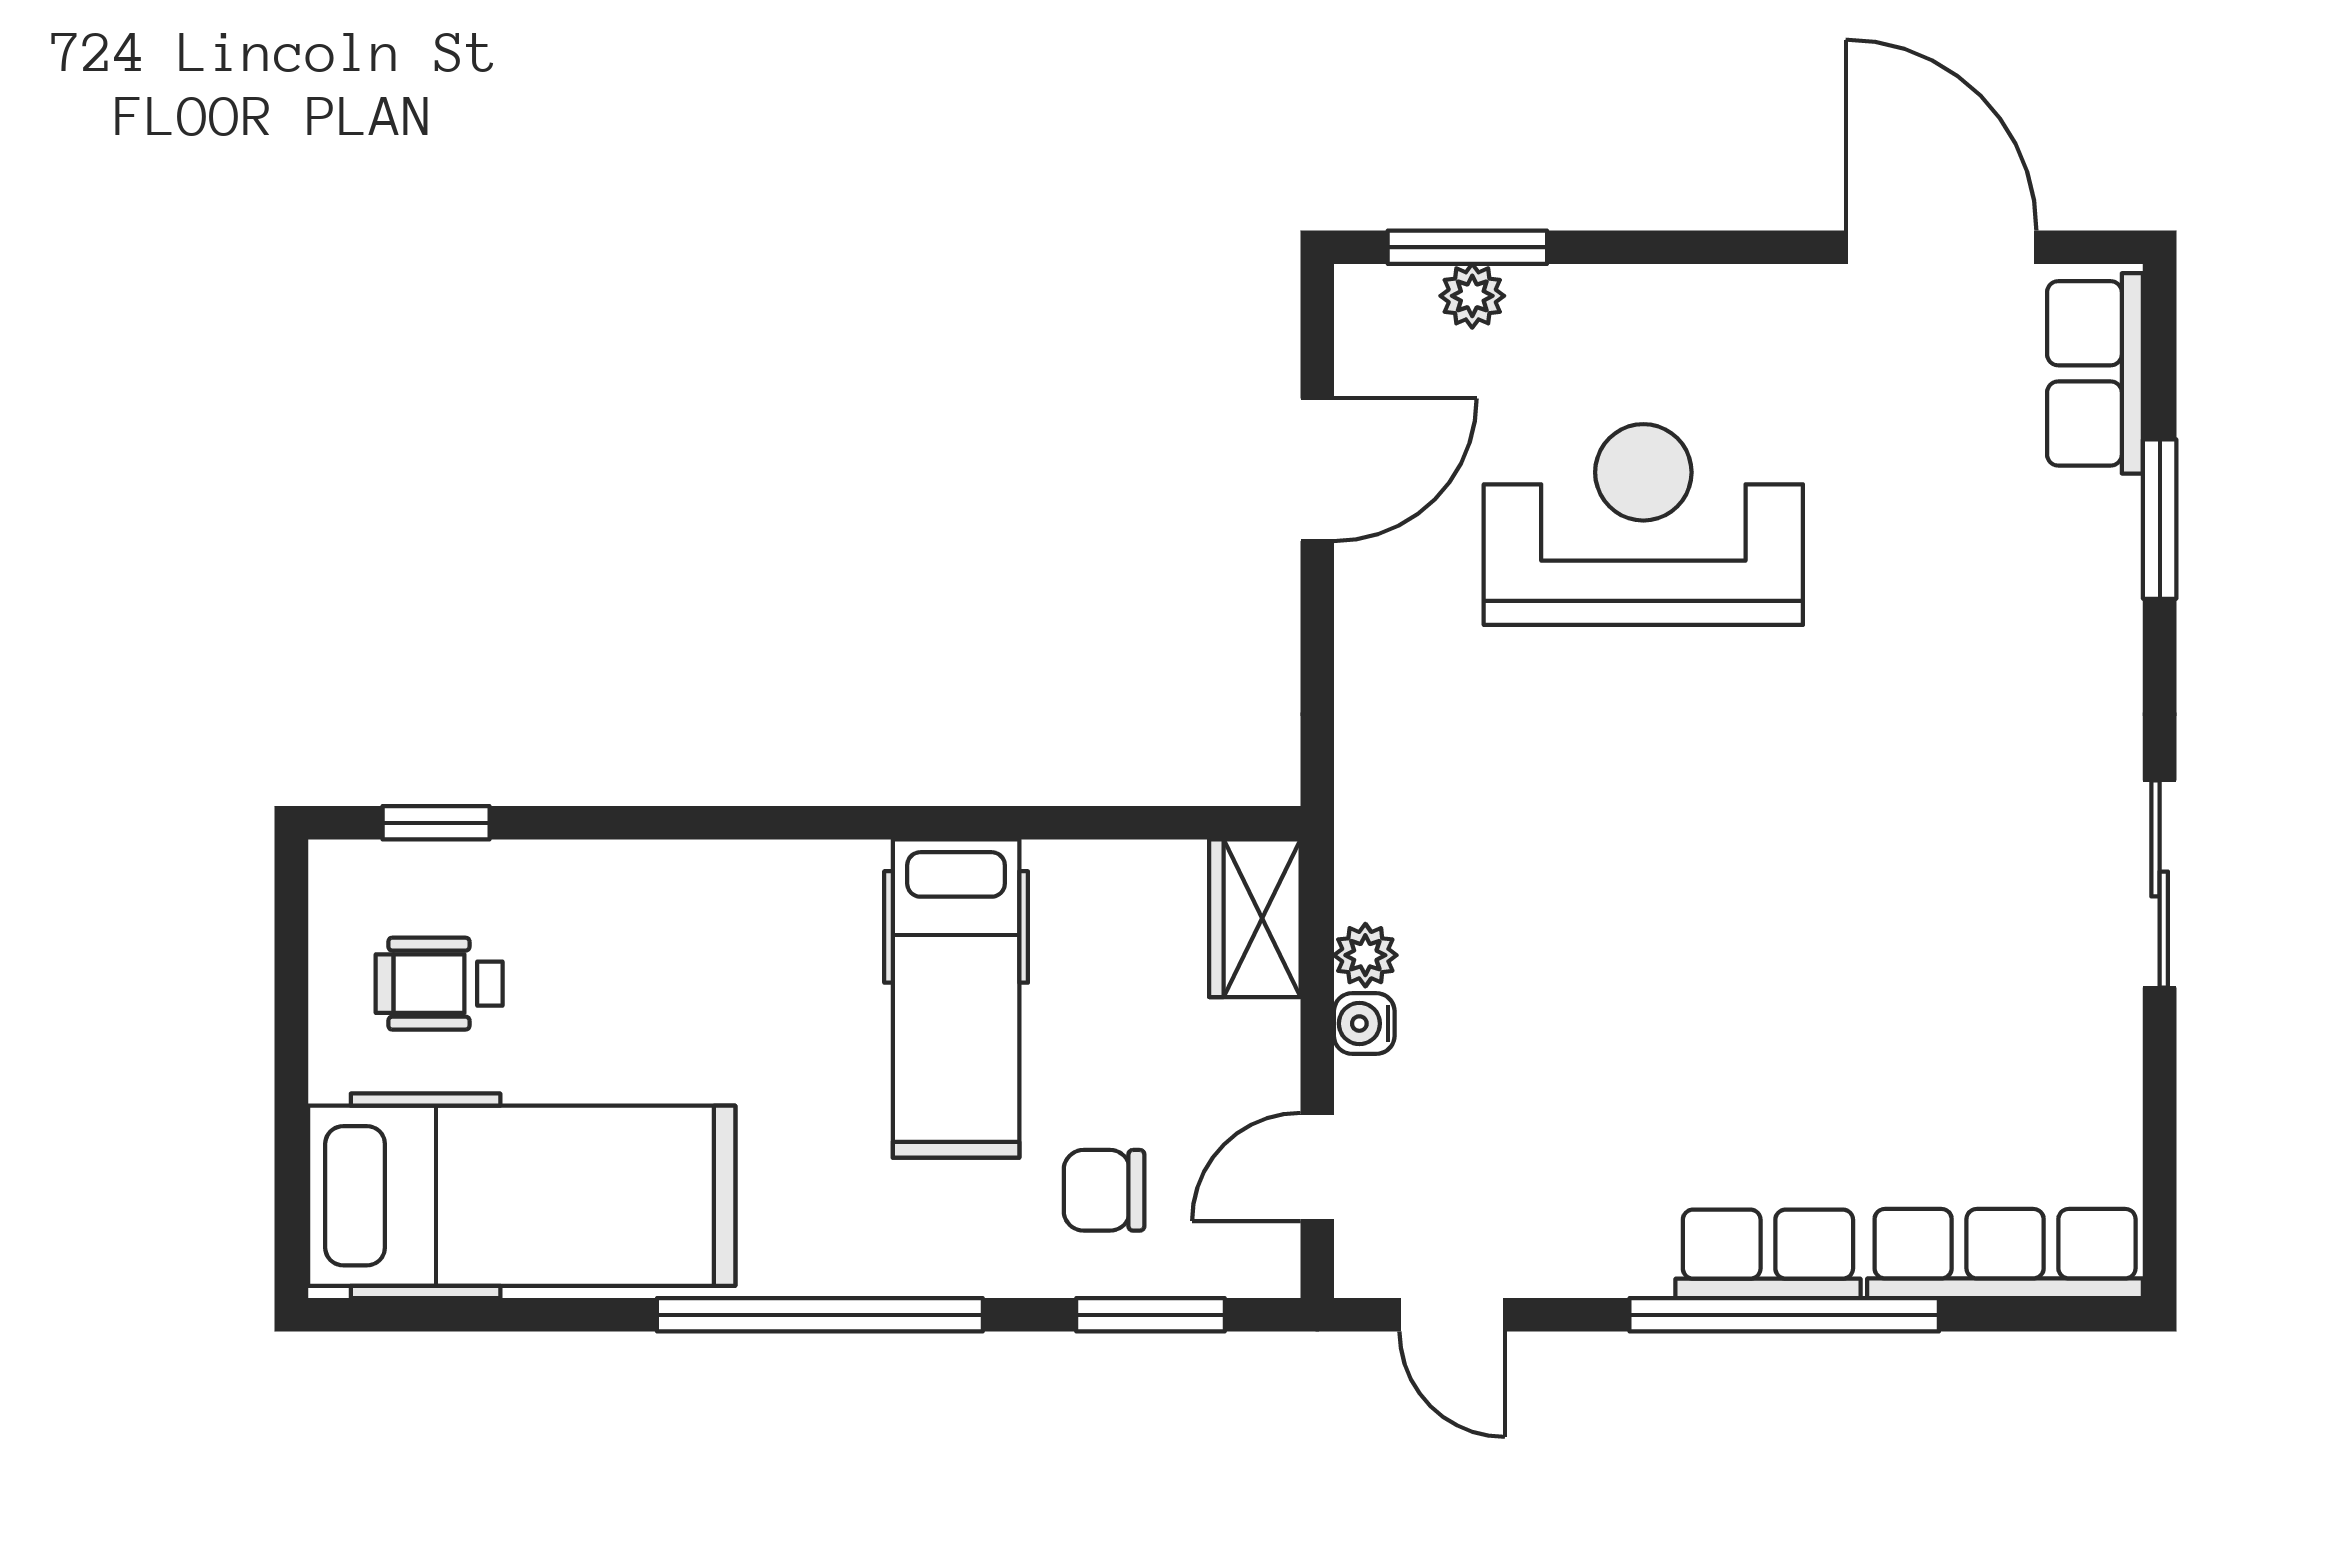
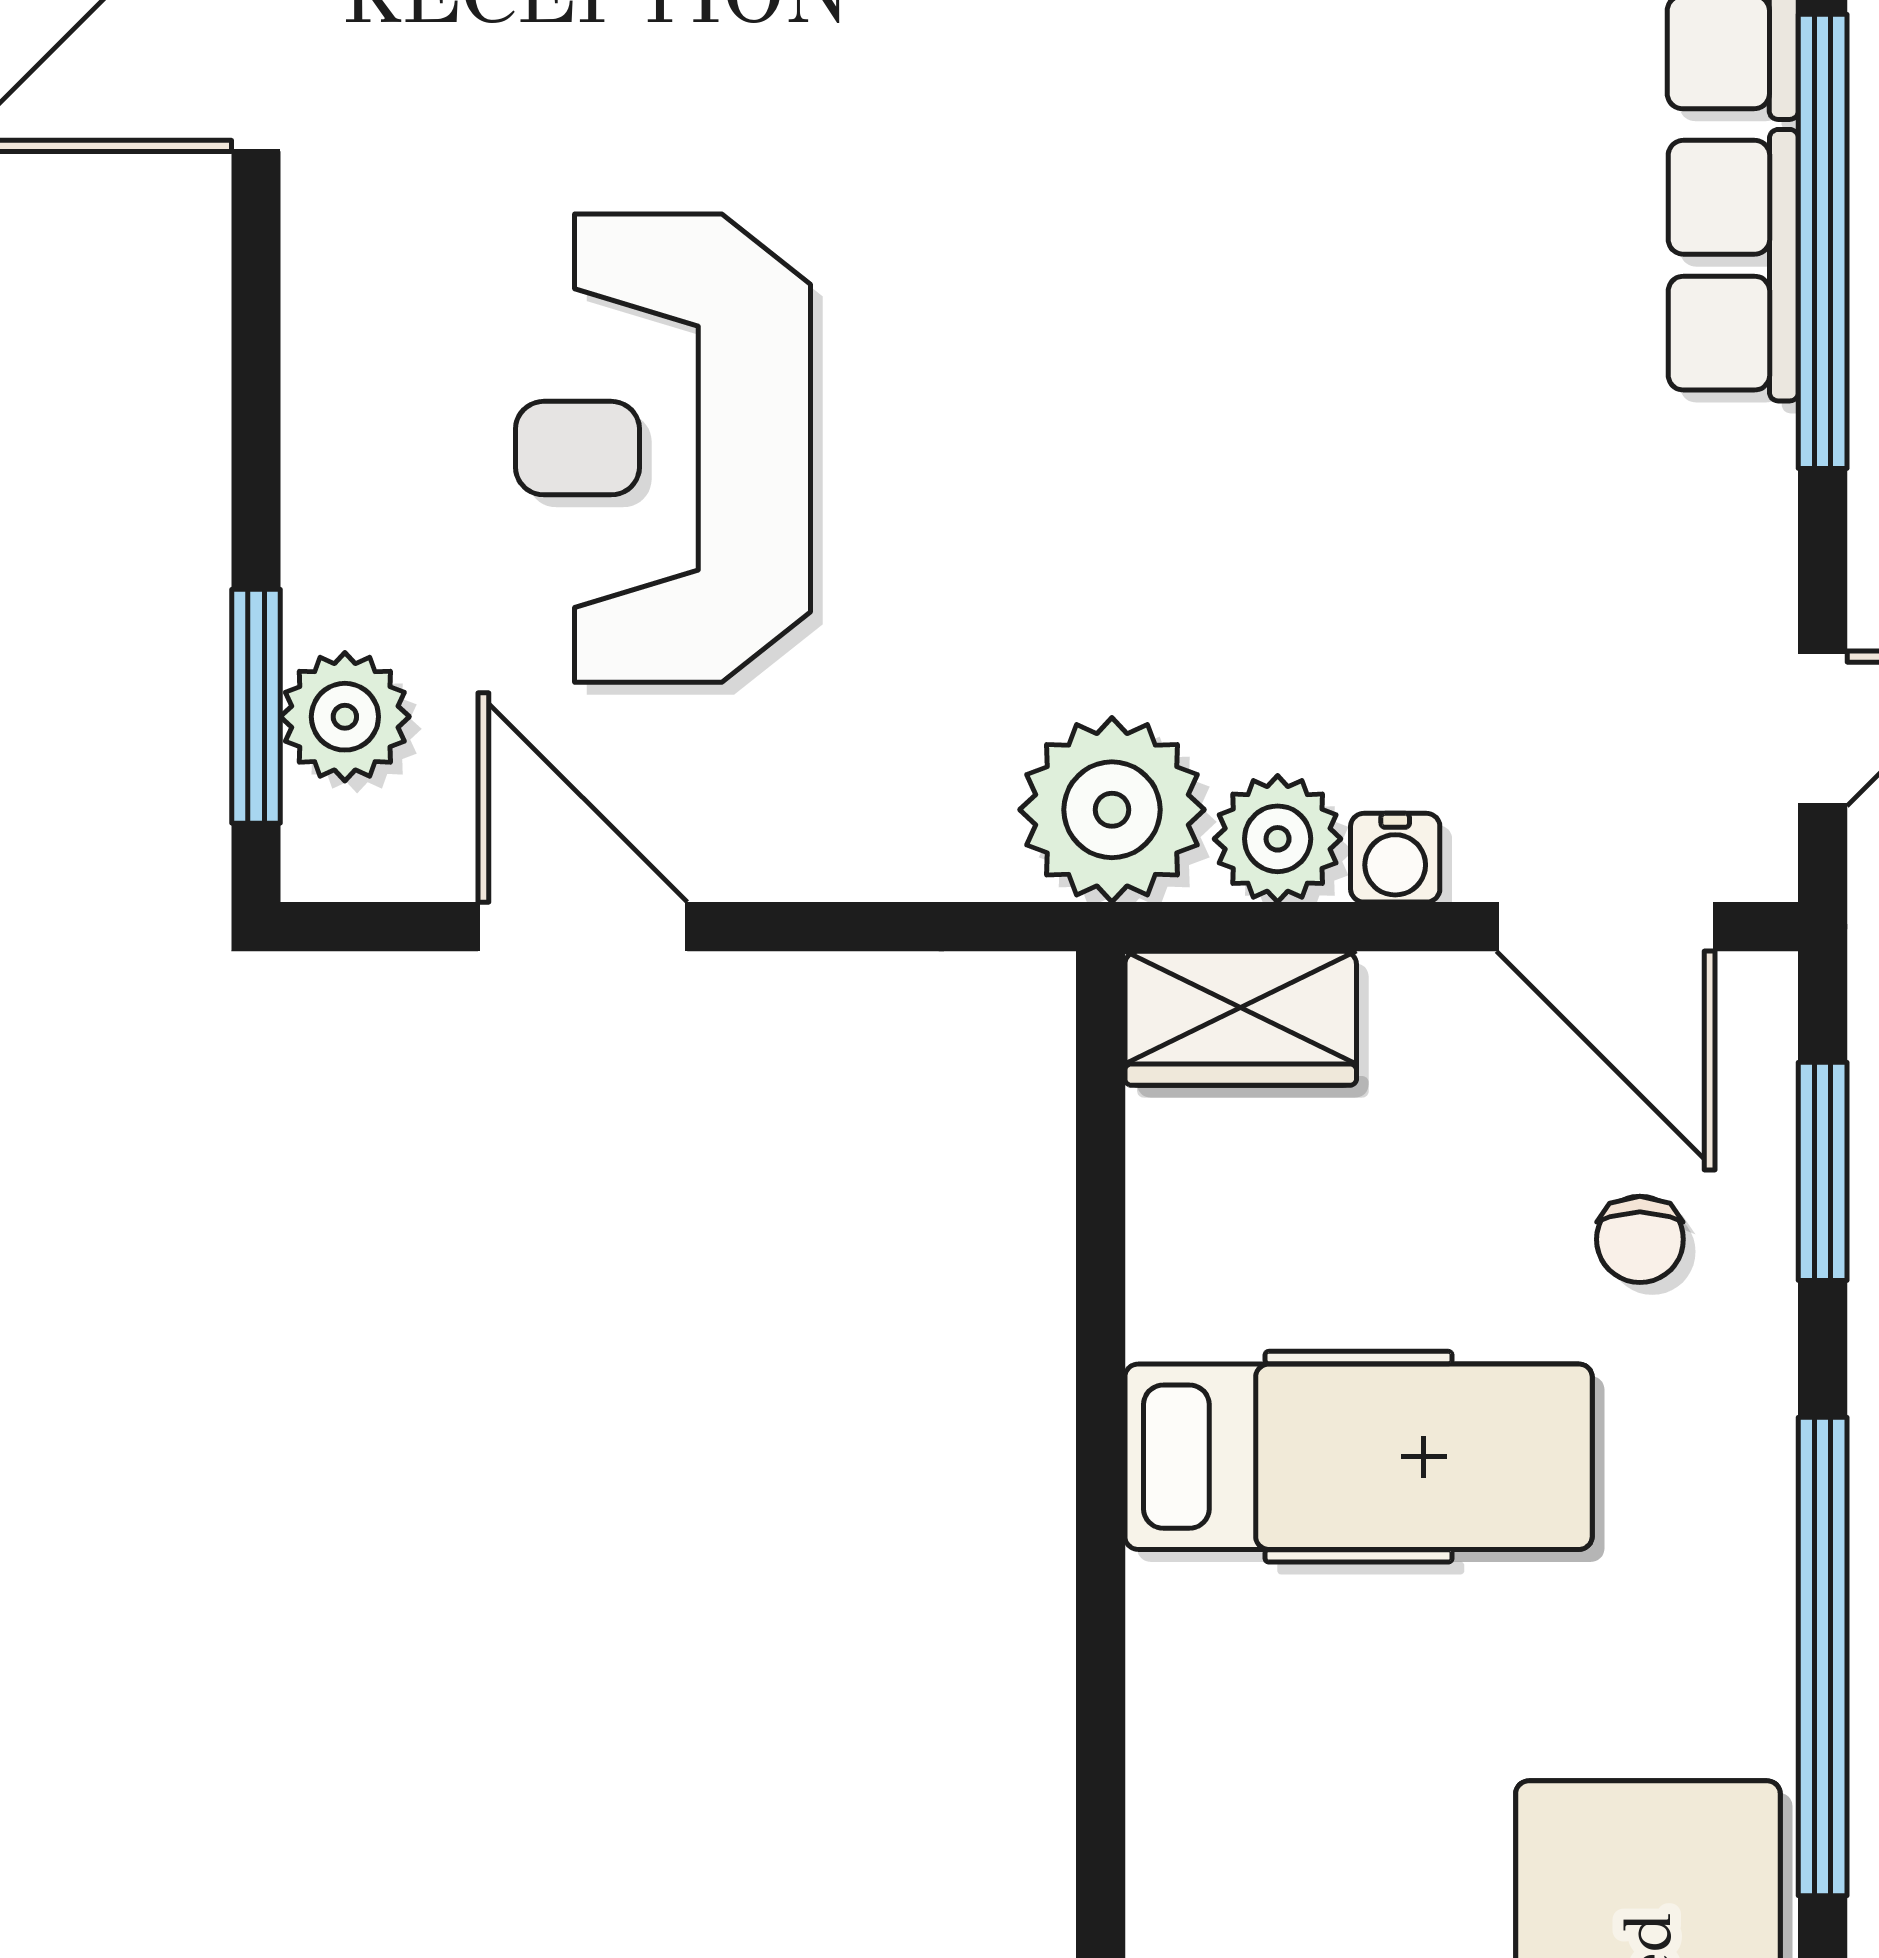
plant: (1472, 296) -> (345, 717), width x1.38, depth x1.38
plant: (1397, 831) -> (1112, 810), added
plant: (1365, 955) -> (1278, 839), width x1.38, depth x1.38
door: (1317, 1167) -> (1606, 927), width x1.38
chair: (1104, 1190) -> (1640, 1239), width x0.73, depth x0.73

